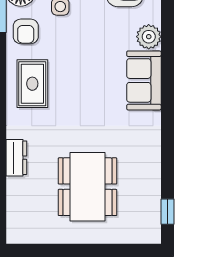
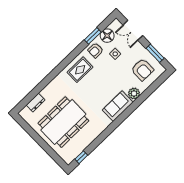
dresser: (16, 158) -> (36, 103), moved
dining table: (87, 187) -> (63, 122), width x1.36, depth x1.24

